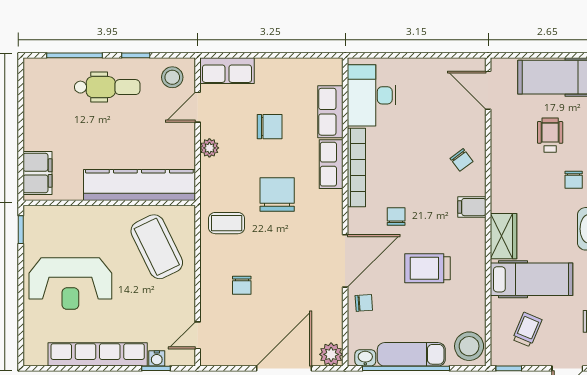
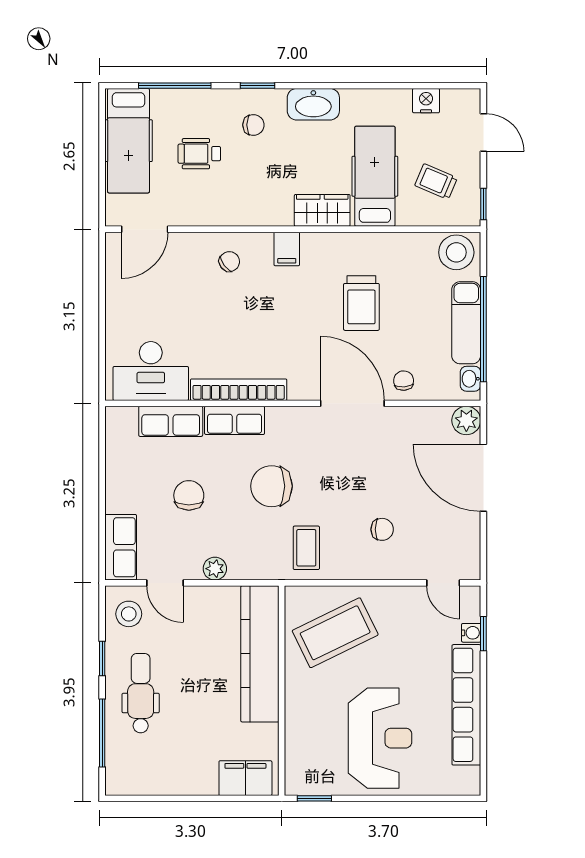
chair: (396, 217) -> (298, 341), removed

